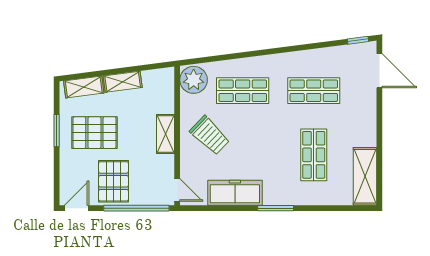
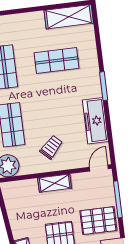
shelving: (123, 82) -> (16, 223), removed
trolley: (210, 135) -> (51, 147), width x0.73, depth x0.72
window: (136, 208) -> (118, 199), width x0.68

